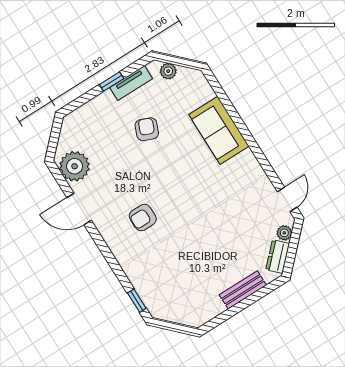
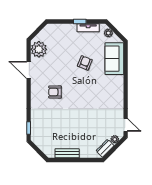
armchair: (147, 129) -> (85, 63), moved
sofa: (219, 130) -> (114, 59), moved
door: (287, 199) -> (126, 125), hinge flipped
bench: (243, 290) -> (67, 153), moved

